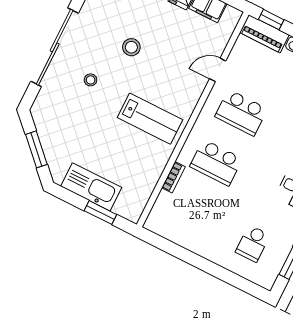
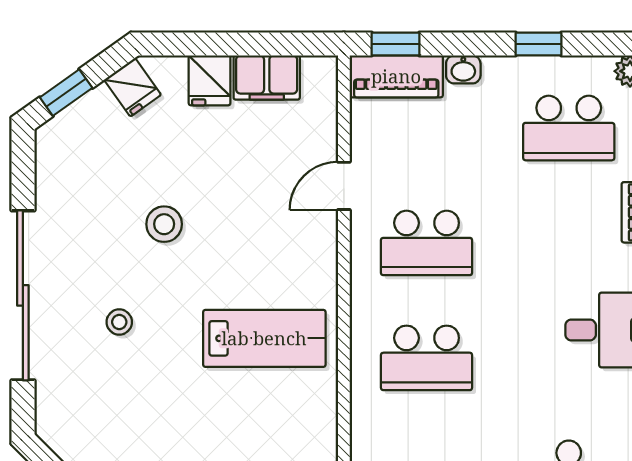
bookcase: (173, 177) -> (362, 424), removed

